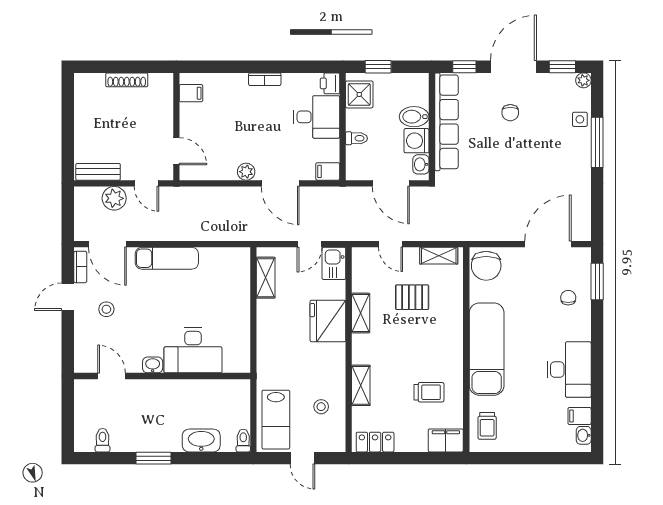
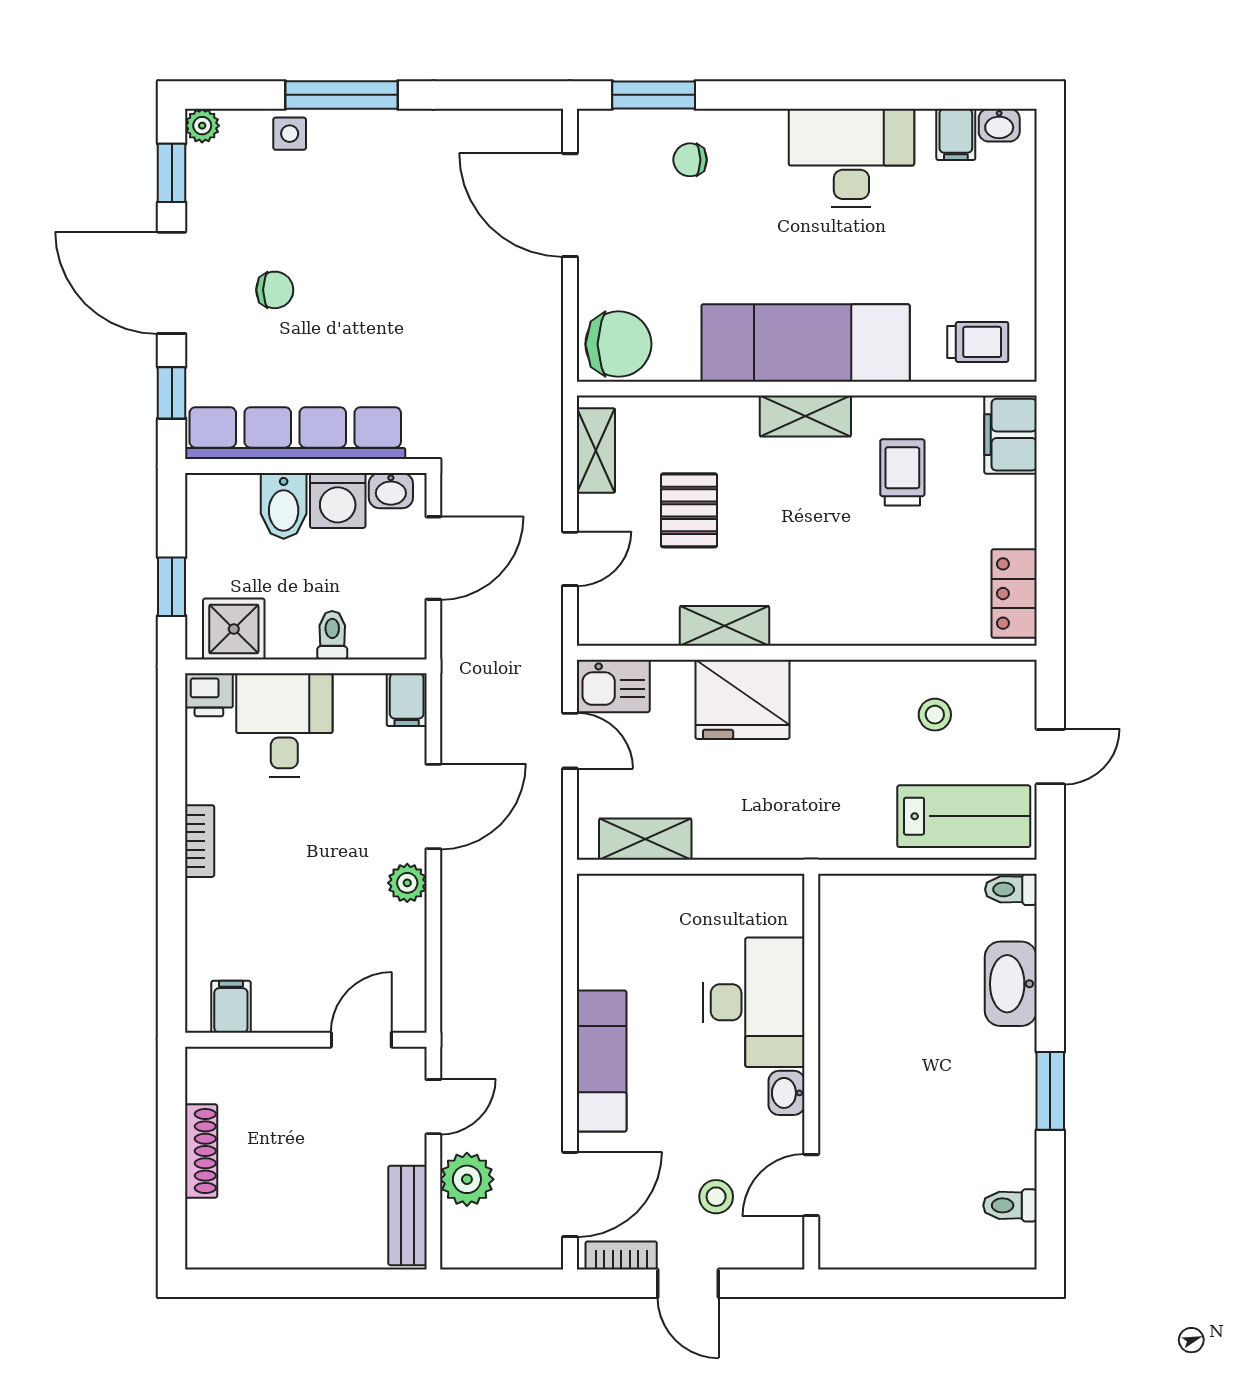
desk: (193, 350) -> (754, 1002), moved
washbasin: (153, 365) -> (786, 1093), moved
door: (112, 376) -> (811, 1185), moved
wall: (162, 376) -> (811, 1072), moved
shelving: (361, 385) -> (805, 416), moved

